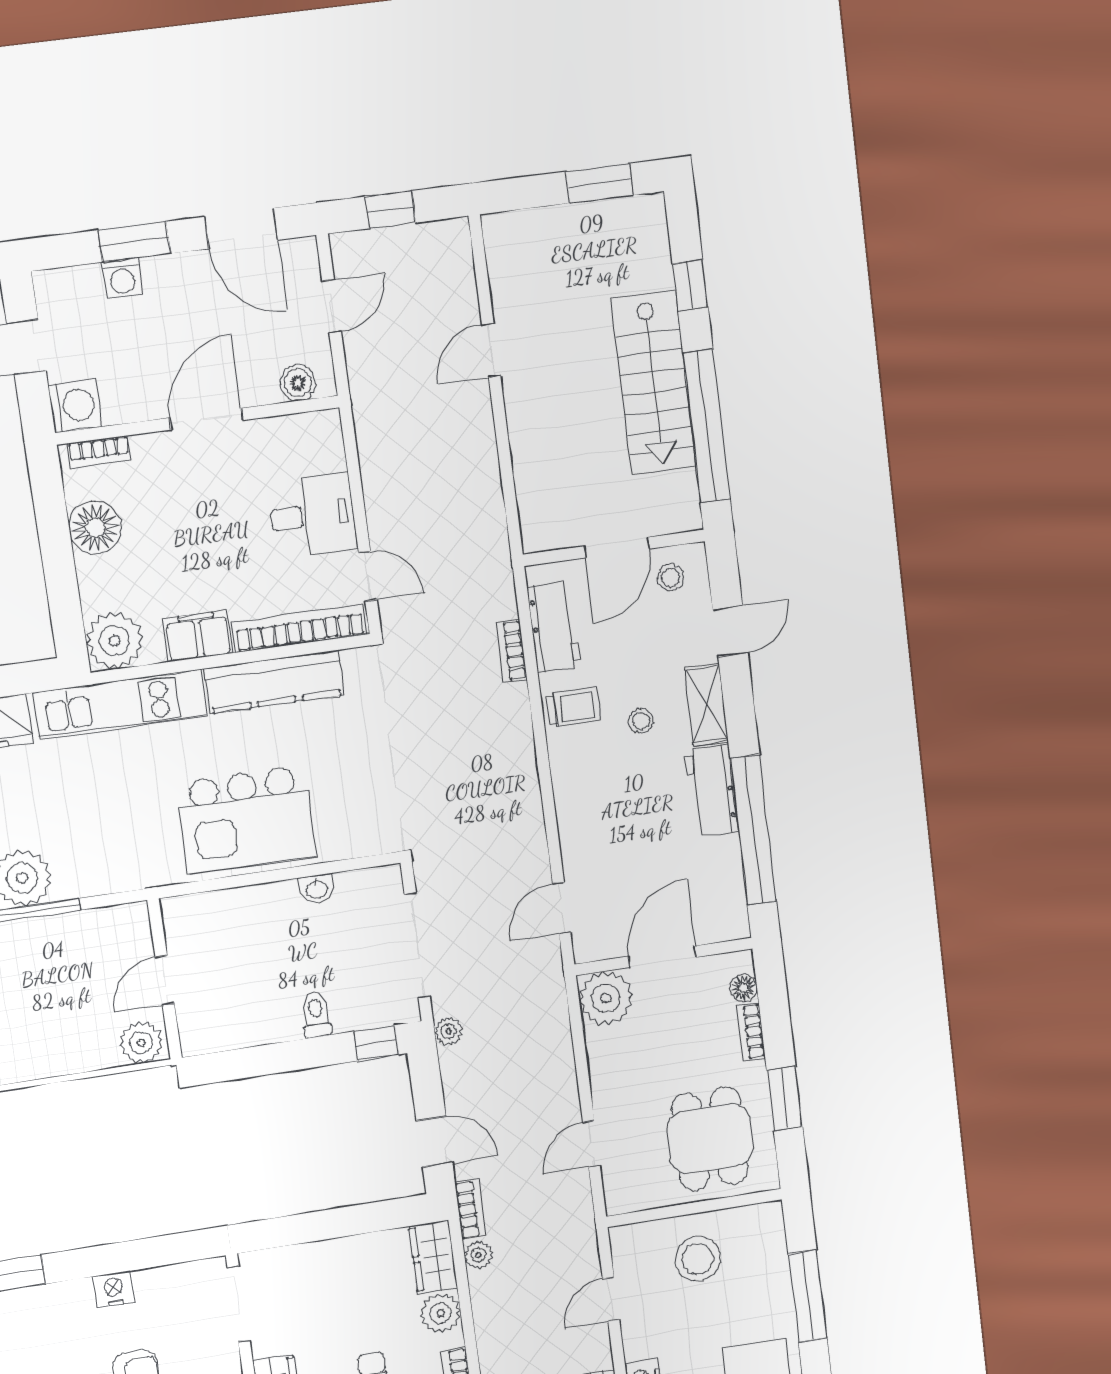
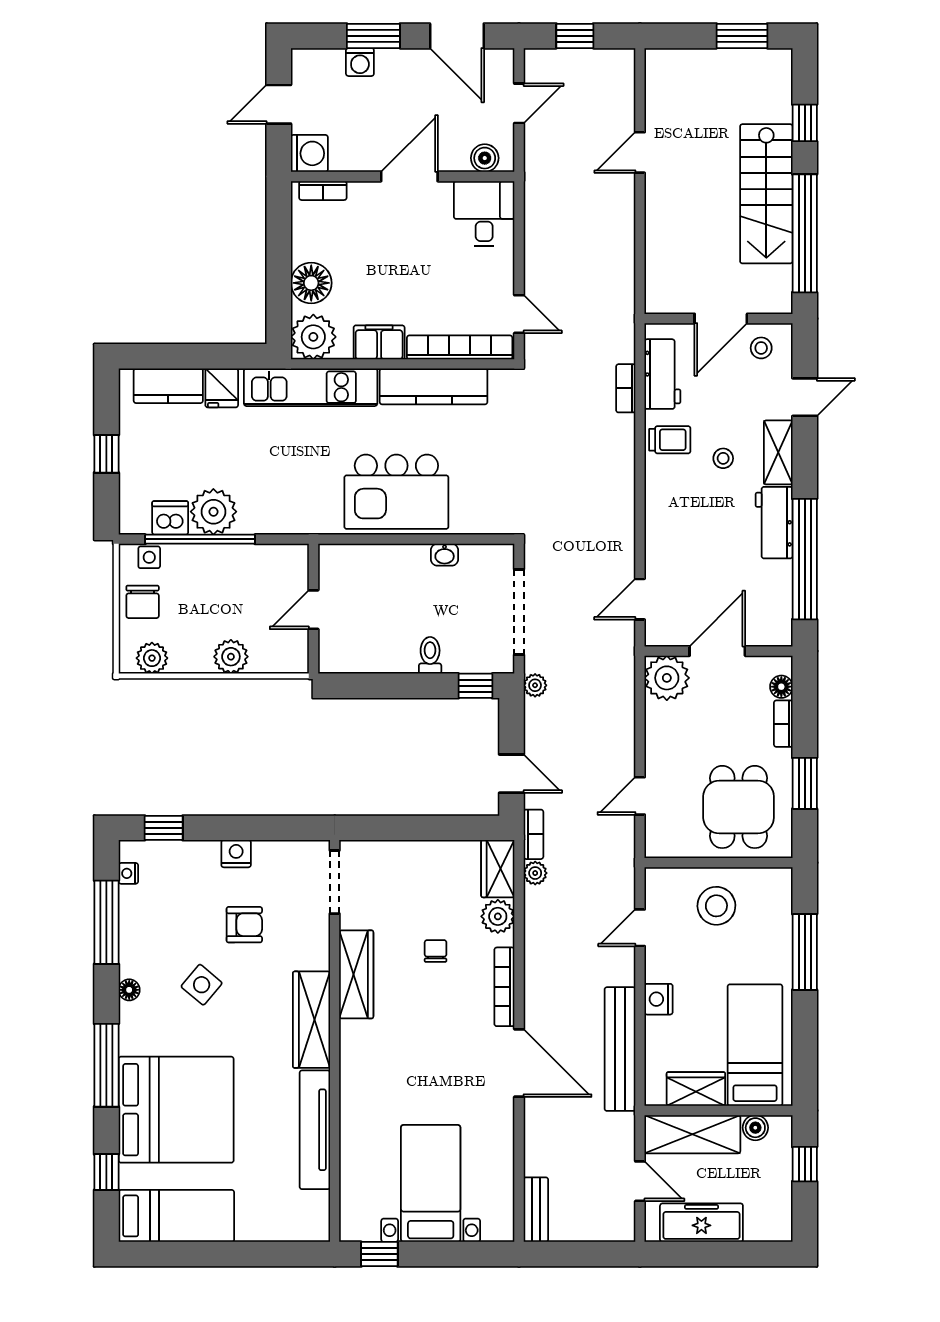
desk: (312, 515) -> (484, 214), moved, turned -90
floor lamp: (95, 528) -> (311, 283), moved
plant: (141, 1043) -> (231, 657), moved

